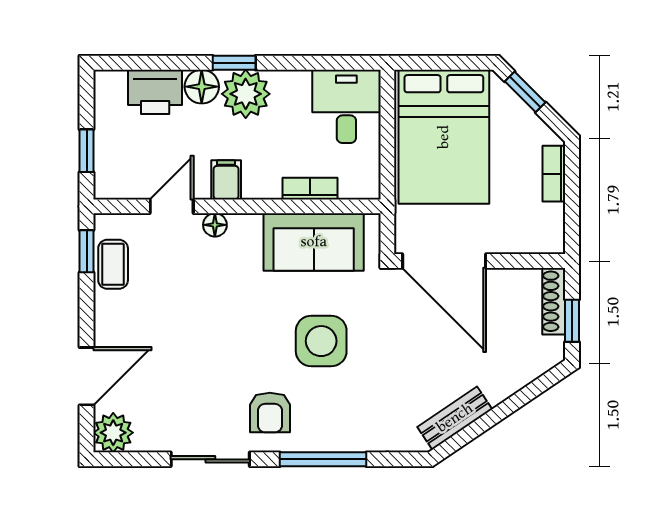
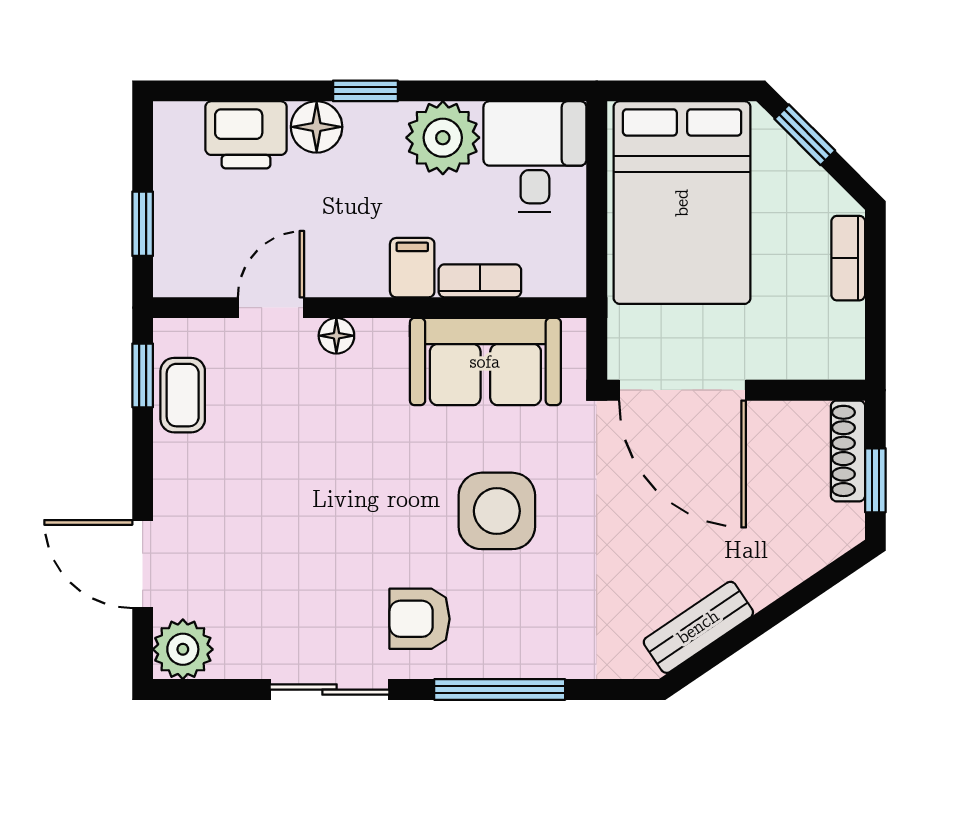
plant: (246, 94) -> (443, 138), moved
filing cabinet: (226, 180) -> (412, 268), moved
door: (87, 376) -> (143, 564), swing flipped
armchair: (270, 412) -> (420, 619), turned 90

